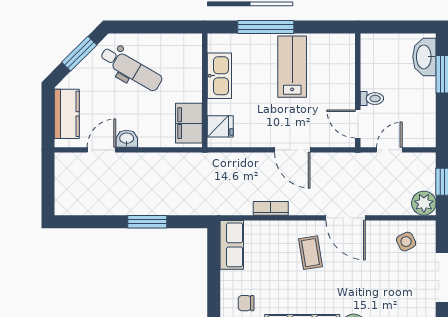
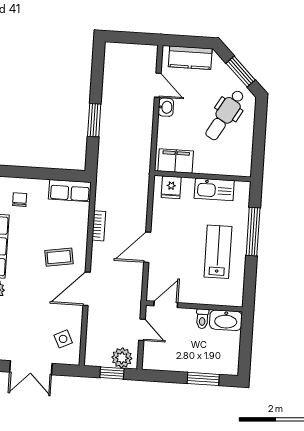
washbasin: (424, 57) -> (226, 320), moved, turned 180
lab bench: (292, 67) -> (218, 252), turned -90
toilet: (372, 99) -> (202, 319), moved
plant: (424, 203) -> (122, 358), moved

